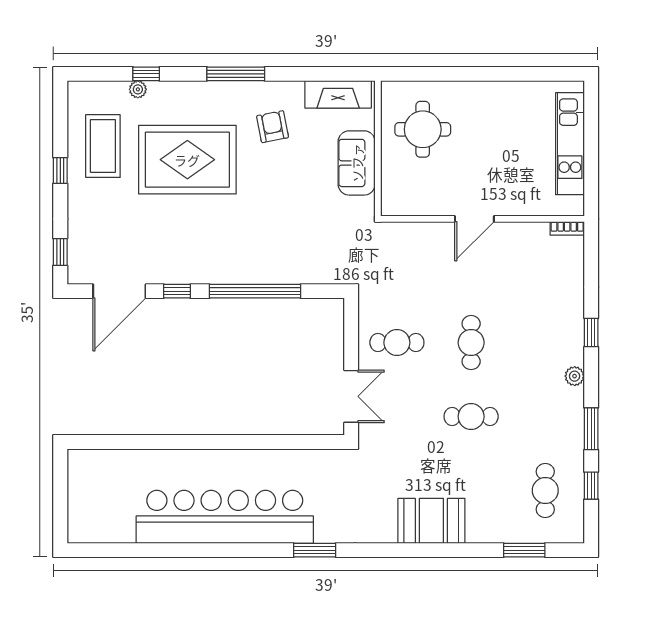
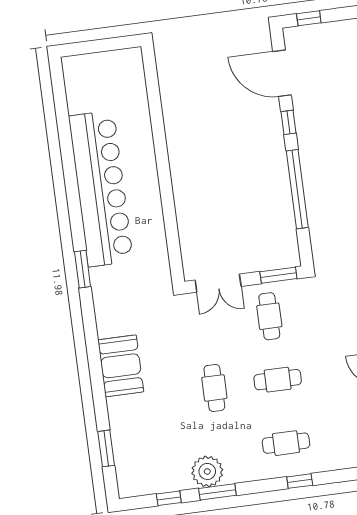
window: (351, 326) -> (278, 275), added
plant: (575, 376) -> (207, 471), moved, width x1.87, depth x1.87
cafe table: (545, 490) -> (286, 443), moved

